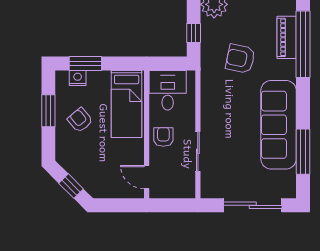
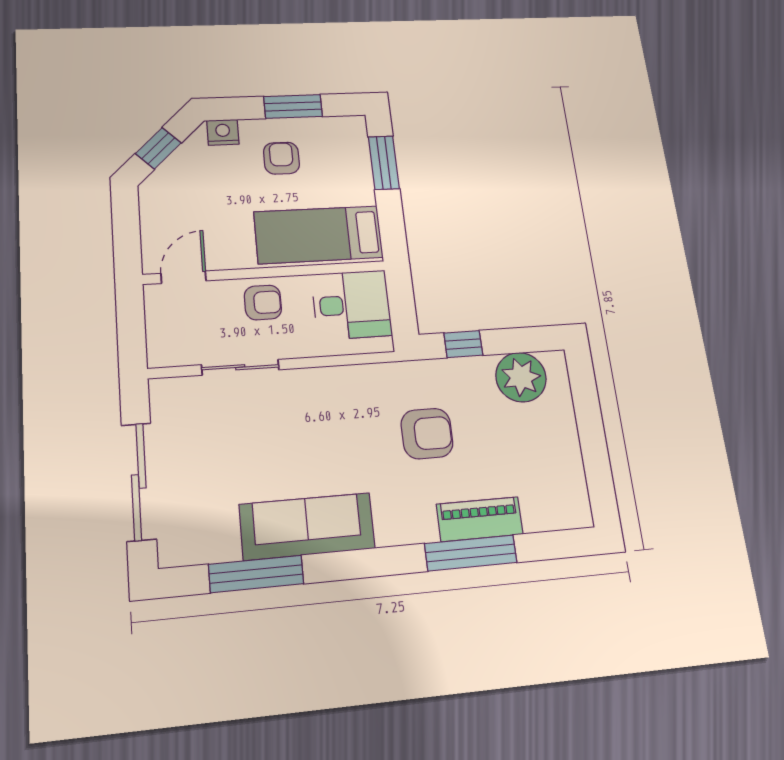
window: (303, 44) -> (471, 553), width x0.68
armchair: (240, 59) -> (427, 434), turned 78
nightstand: (78, 78) -> (223, 132), moved, turned -90
armchair: (80, 120) -> (281, 158), turned -50
sofa: (279, 125) -> (307, 526), width x0.74, depth x0.79

